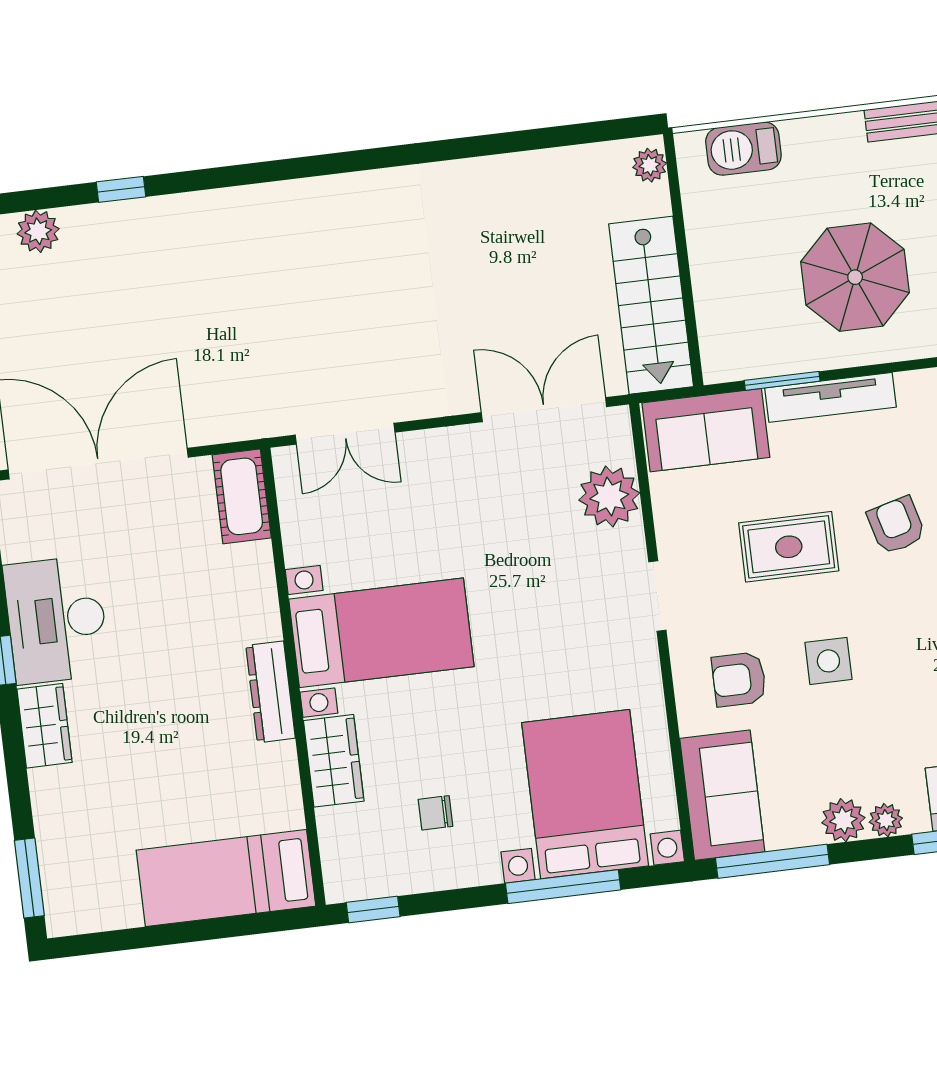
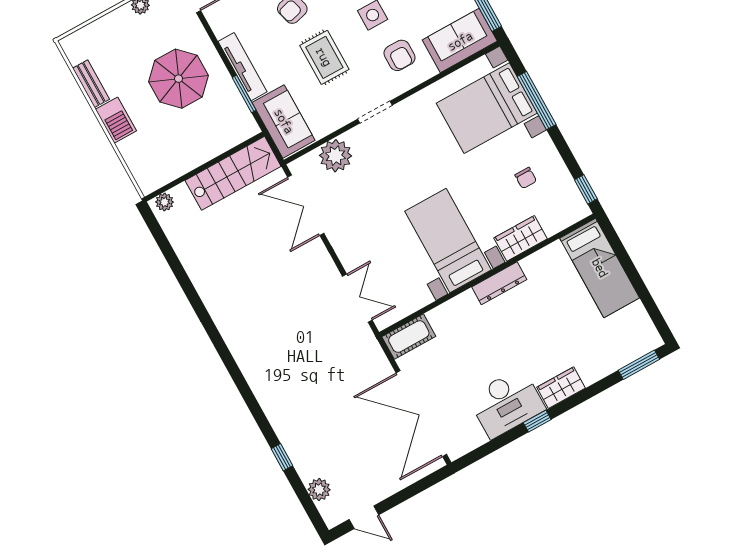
barbecue: (743, 149) -> (116, 120), moved

